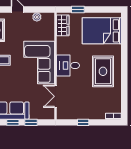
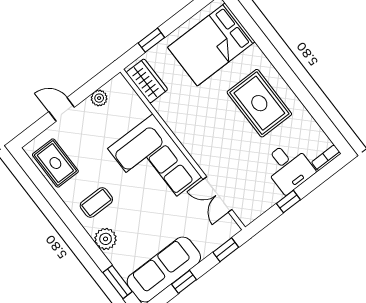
desk: (68, 65) -> (288, 167), moved, turned -90
window: (31, 122) -> (226, 250), moved

